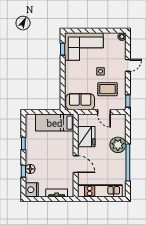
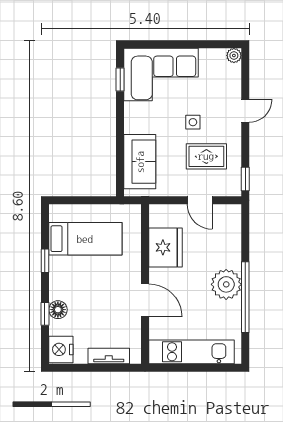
sofa: (80, 102) -> (140, 162), moved, turned 90
bed: (55, 123) -> (85, 239), moved, turned 180
plant: (118, 145) -> (226, 284), moved

